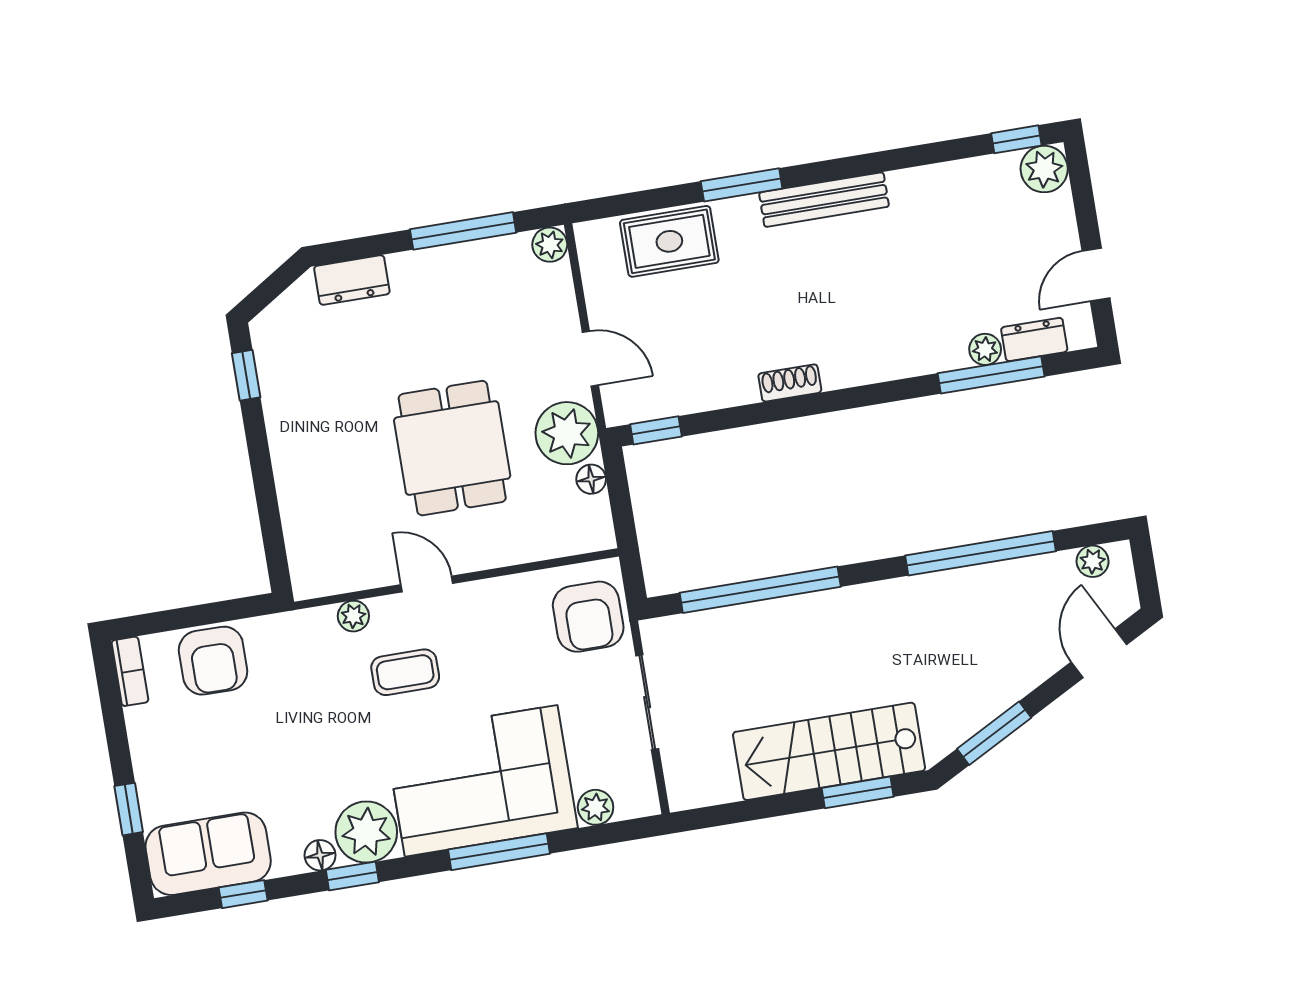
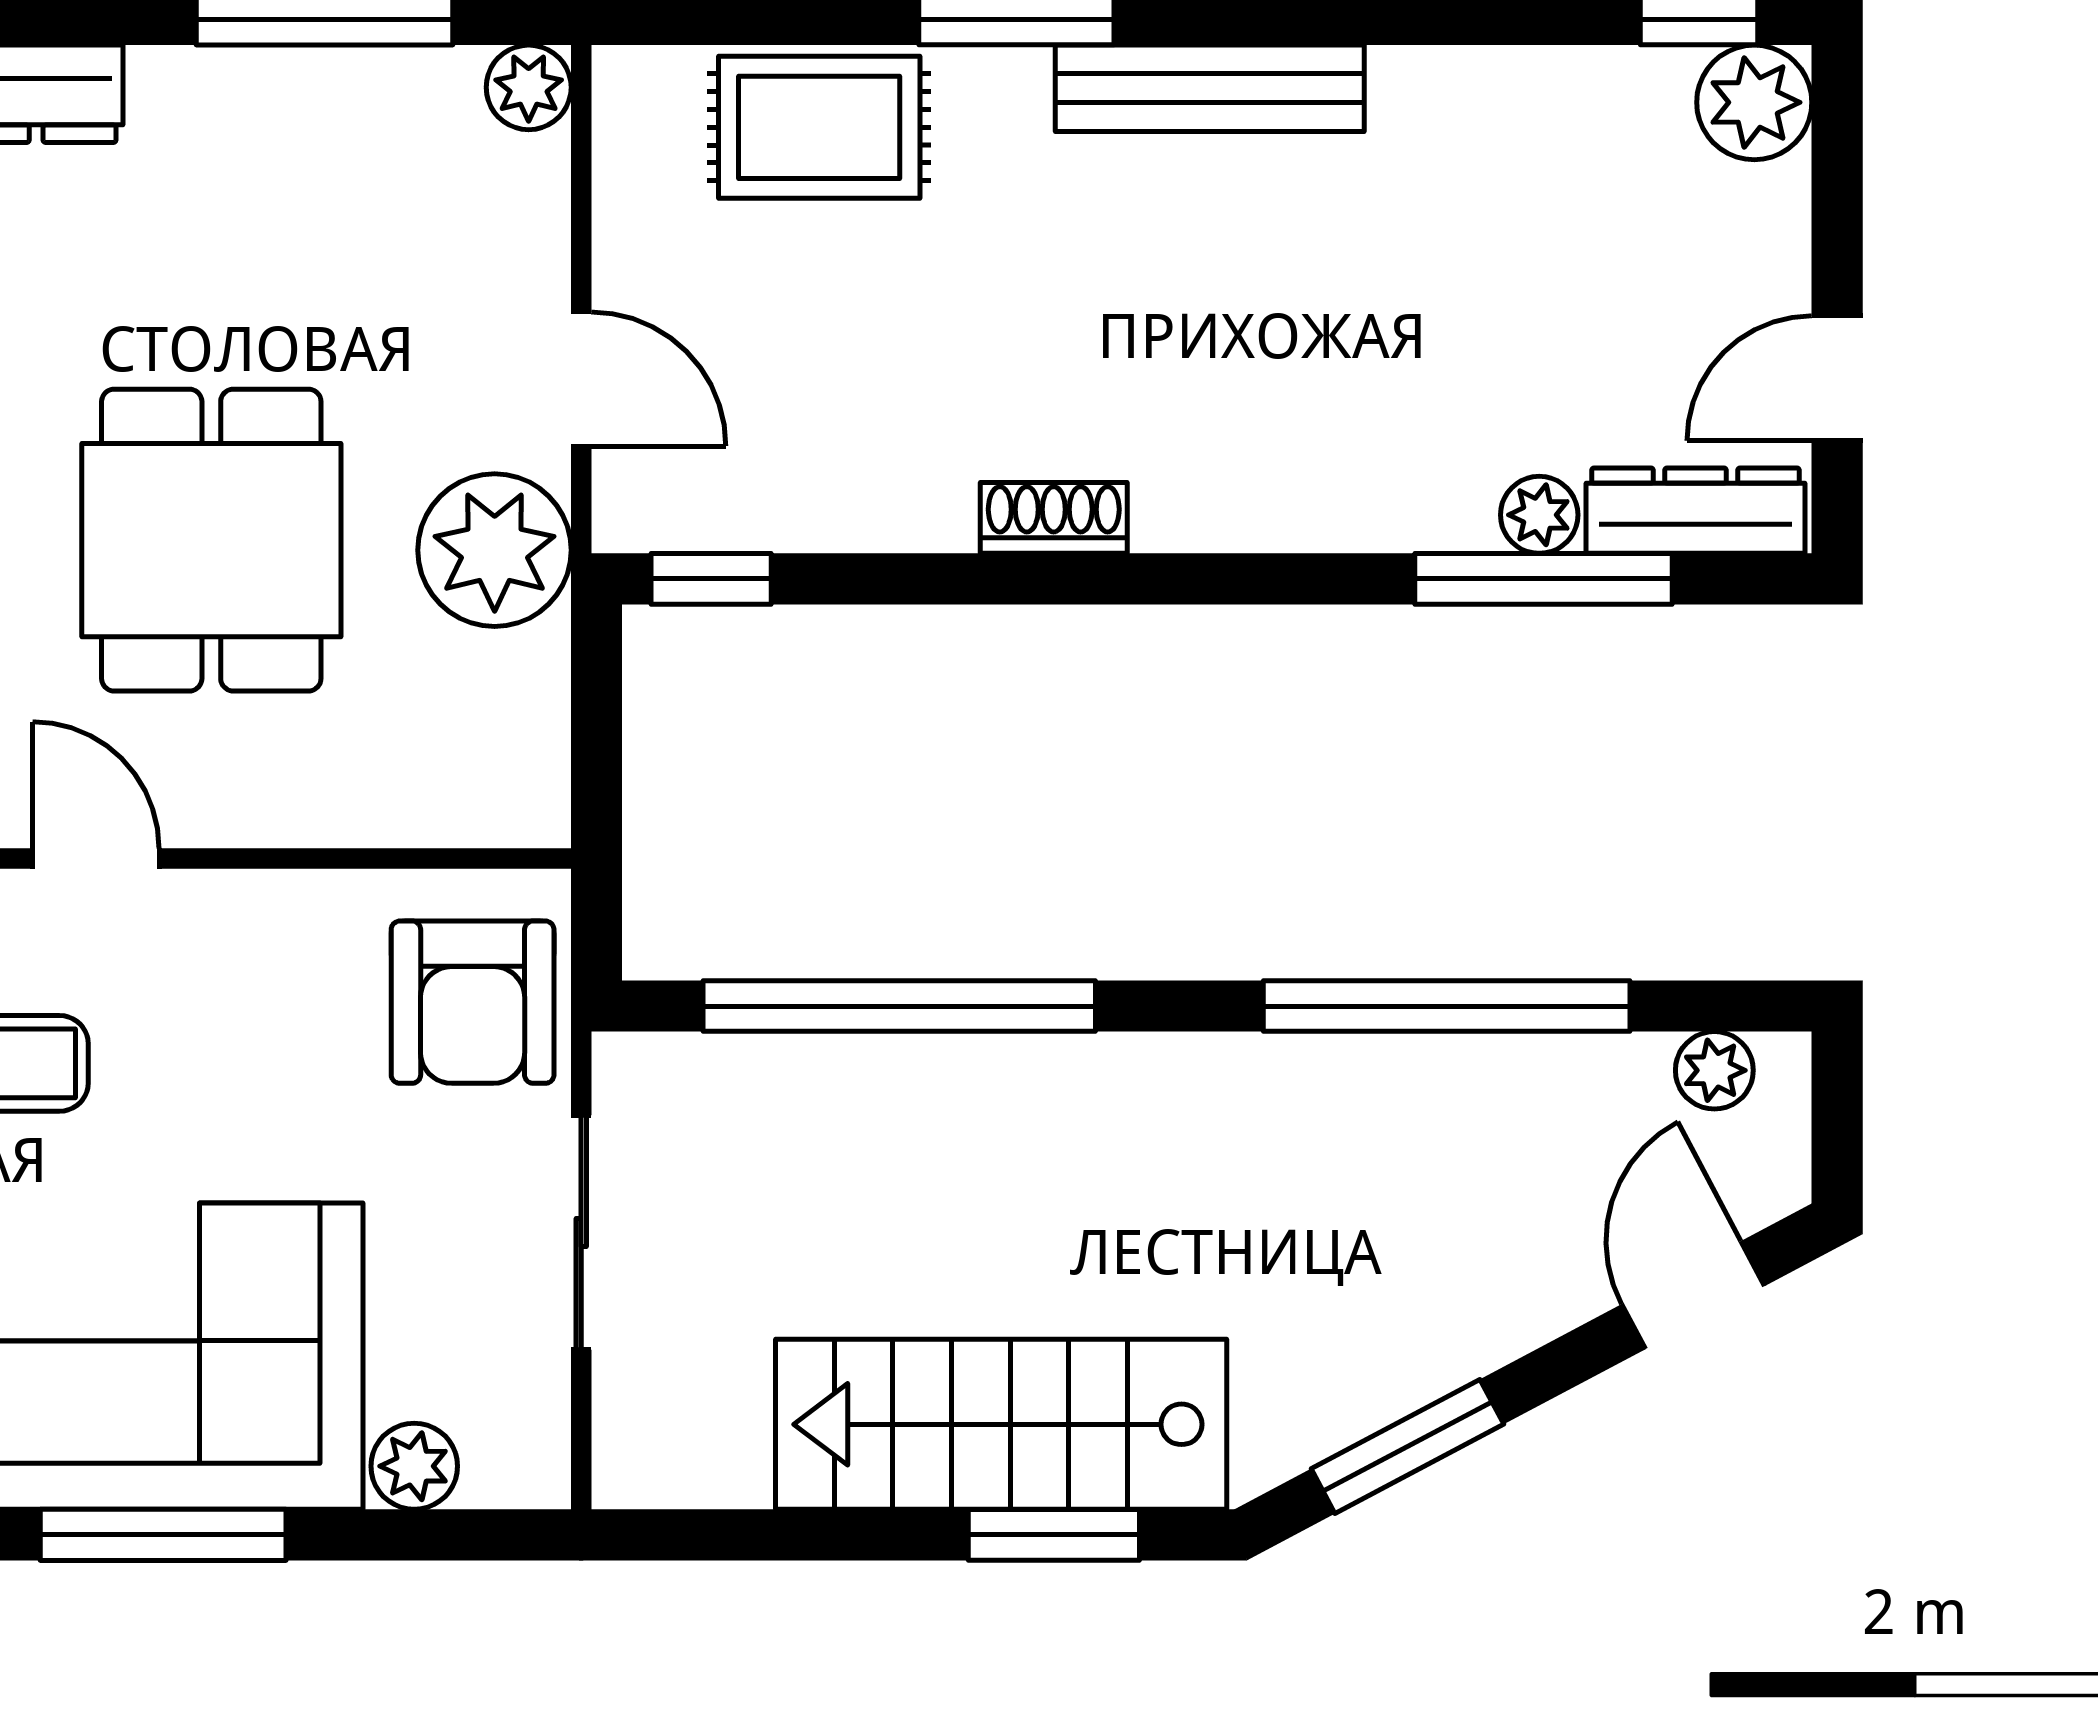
dresser: (1034, 339) -> (1696, 511), width x1.44
floor lamp: (591, 479) -> (535, 671), removed

